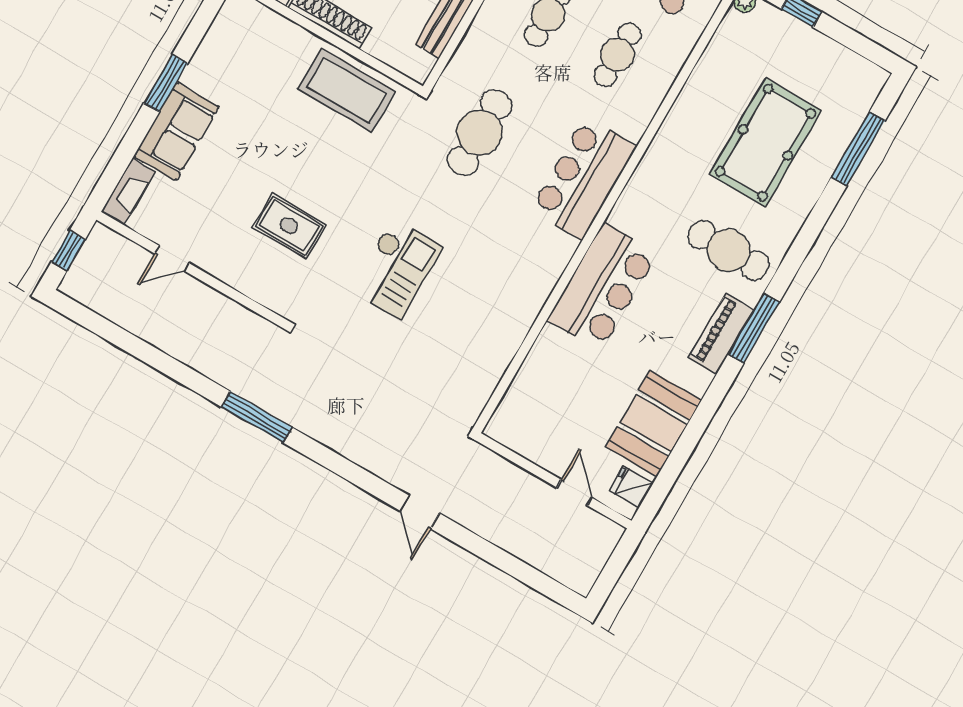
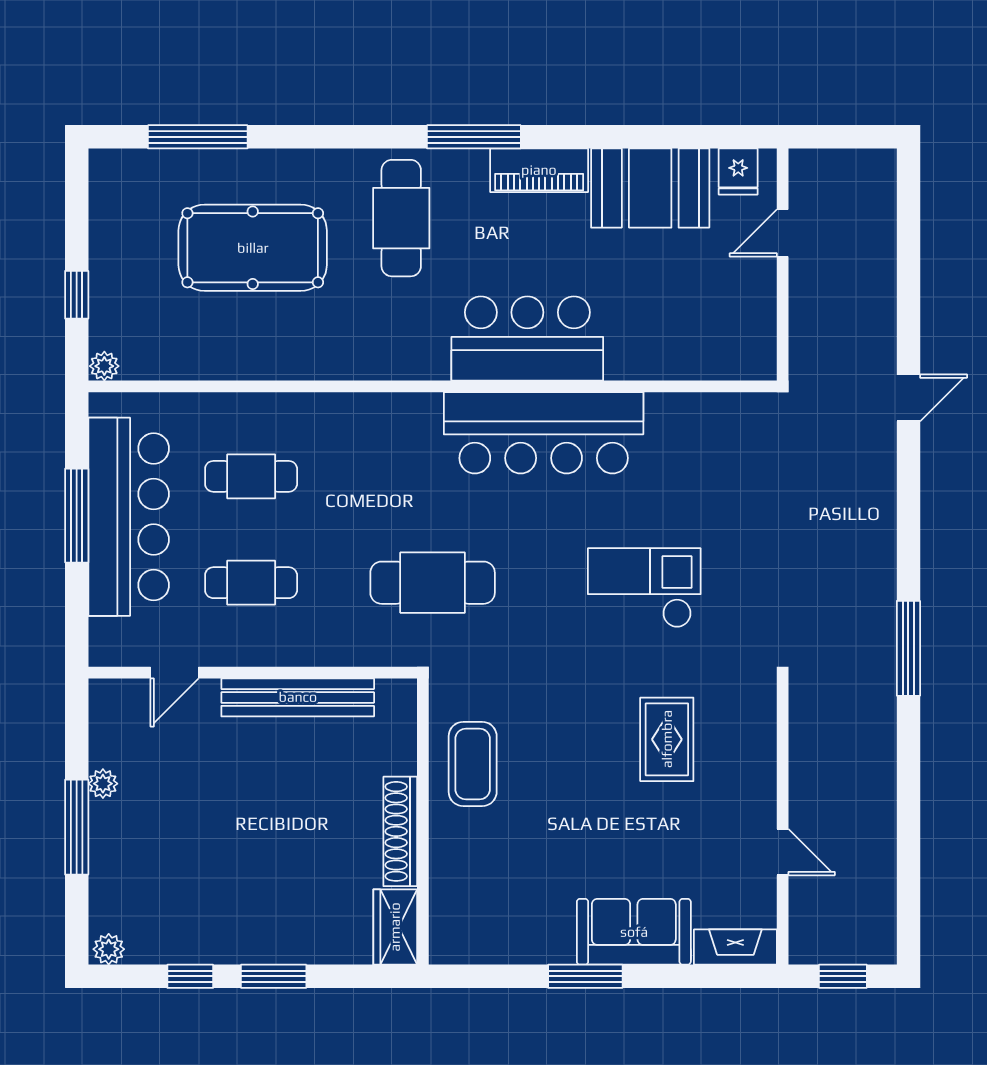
coffee table: (347, 90) -> (473, 764), width x0.73, depth x0.76
bar counter: (583, 178) -> (544, 433), moved, width x1.36
piano: (721, 334) -> (539, 170), moved

